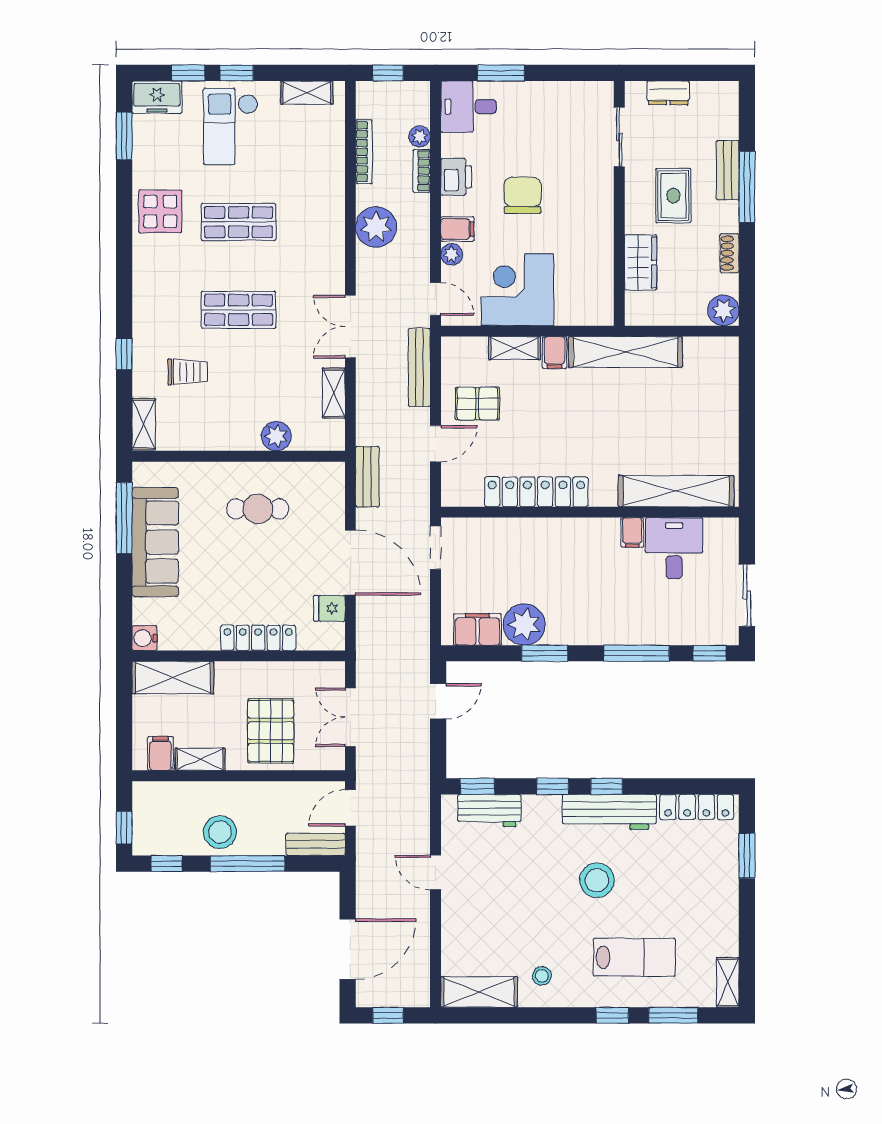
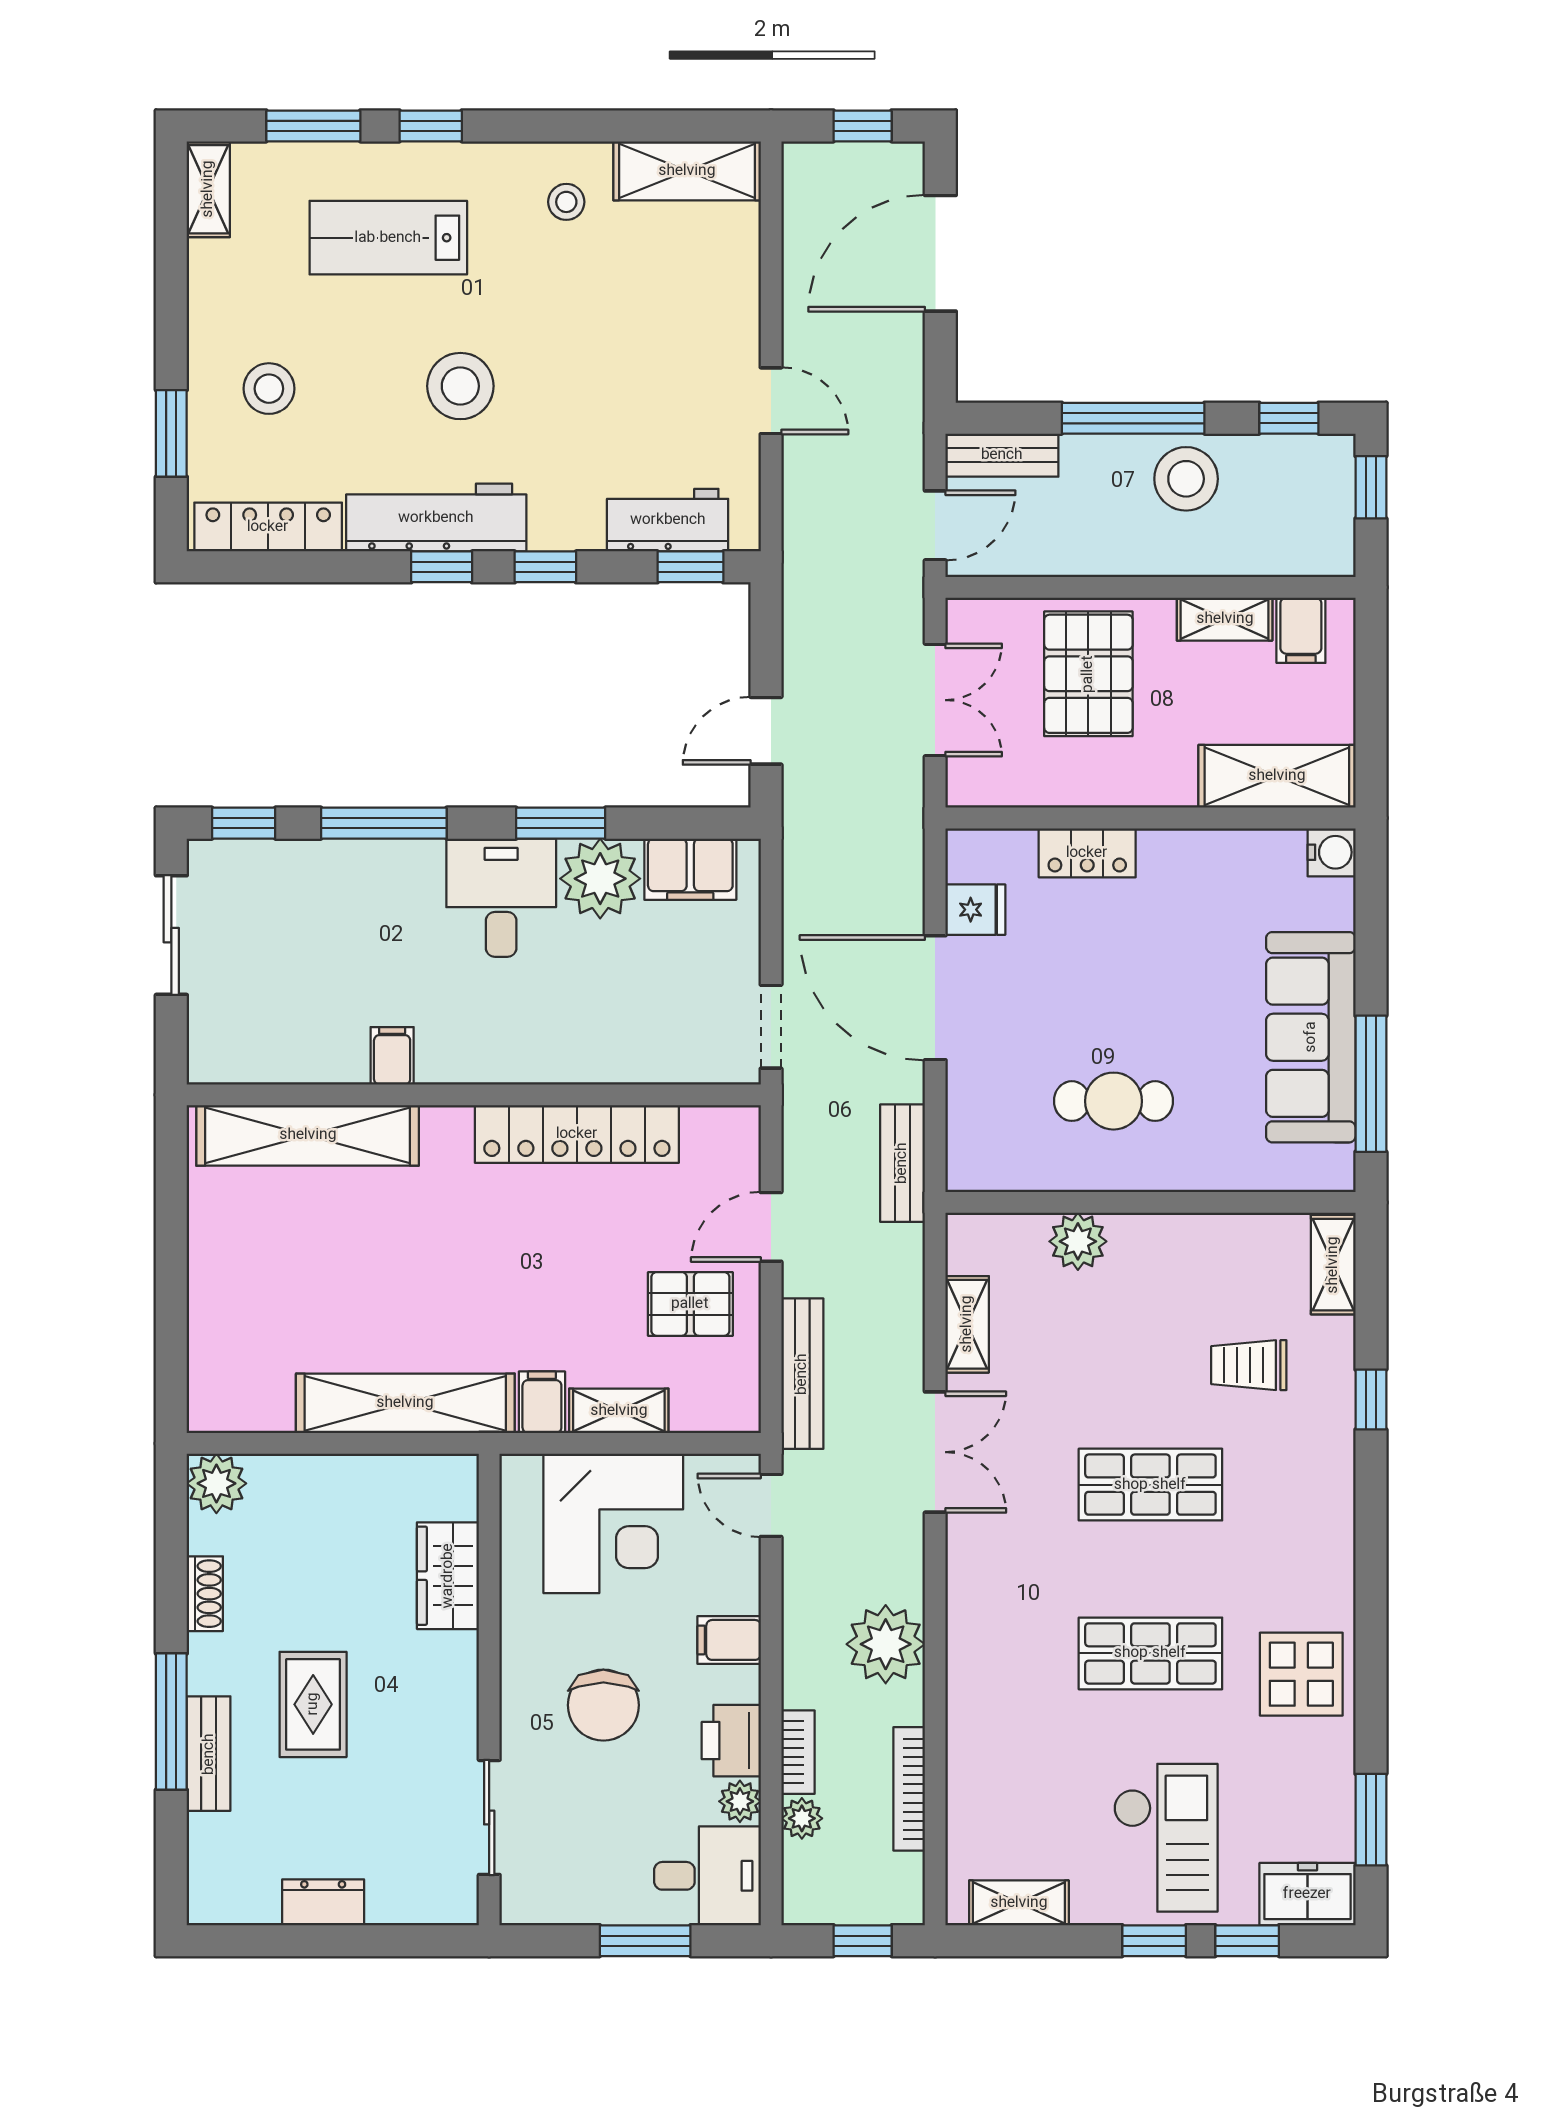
sliding door: (619, 137) -> (489, 1817), moved
wall: (619, 203) -> (489, 1689), moved
plant: (452, 254) -> (740, 1801), moved
wardrobe: (641, 262) -> (448, 1576), moved
desk: (674, 548) -> (501, 898), moved, turned 180
locker: (258, 638) -> (1087, 853), width x0.66
stool: (696, 879) -> (269, 389), added

